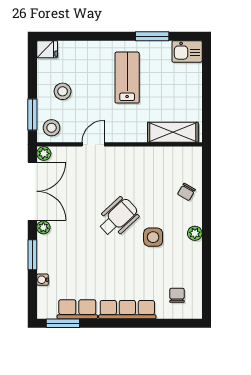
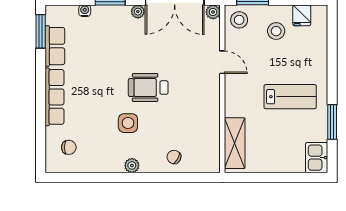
fridge: (47, 49) -> (302, 15), moved
wheelchair: (118, 217) -> (148, 88), turned 133

